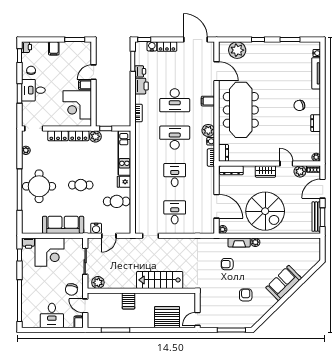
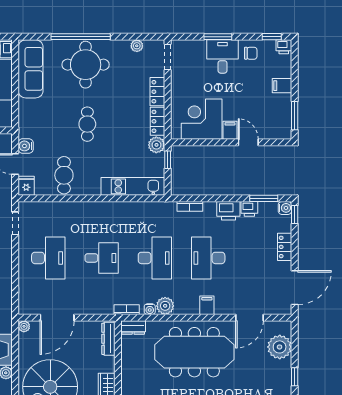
water cooler: (152, 46) -> (285, 208), moved
fridge: (124, 182) -> (26, 186), moved
desk: (175, 212) -> (48, 258), width x1.37
sofa: (63, 225) -> (31, 69), moved

